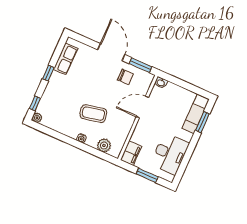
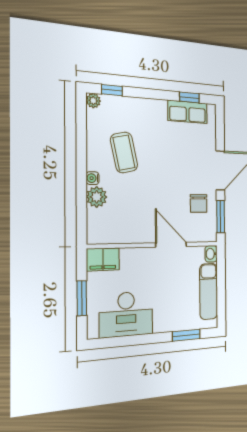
window: (48, 73) -> (189, 97), moved
coffee table: (93, 114) -> (124, 153), moved
exam couch: (196, 114) -> (209, 291), moved, turned -90
plant: (104, 145) -> (97, 197), moved

